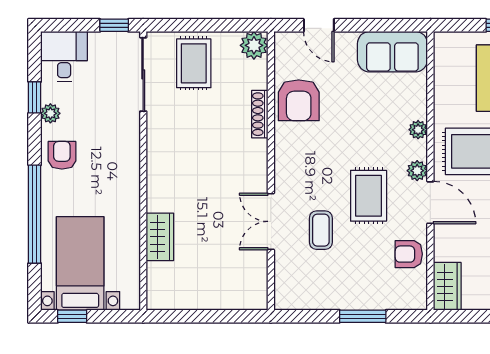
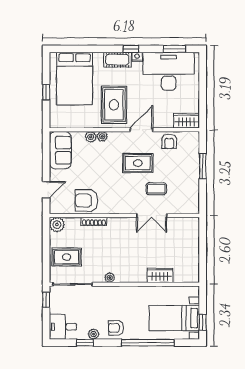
armchair: (299, 100) -> (86, 201), turned 180
plant: (155, 143) -> (110, 278), added
plant: (417, 171) -> (91, 137), moved

